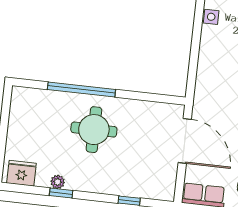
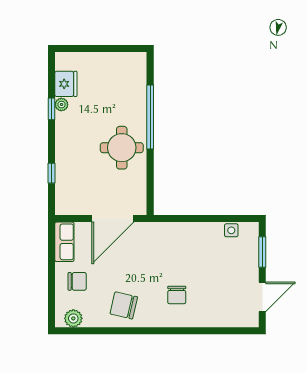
round table: (94, 130) -> (122, 148), moved
fridge: (21, 173) -> (66, 84), moved

